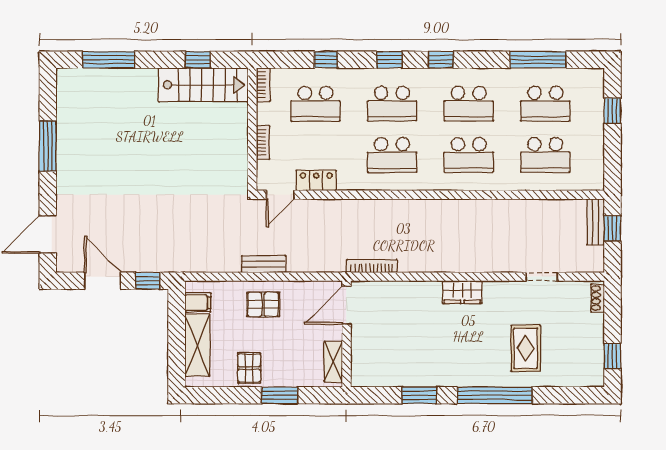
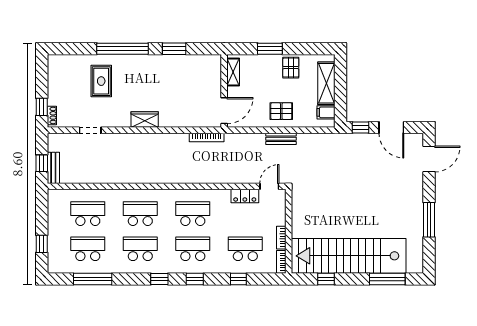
stairs: (203, 85) -> (349, 256), width x1.86, depth x1.51
bookcase: (263, 142) -> (281, 238), moved
window: (612, 356) -> (42, 107), moved

